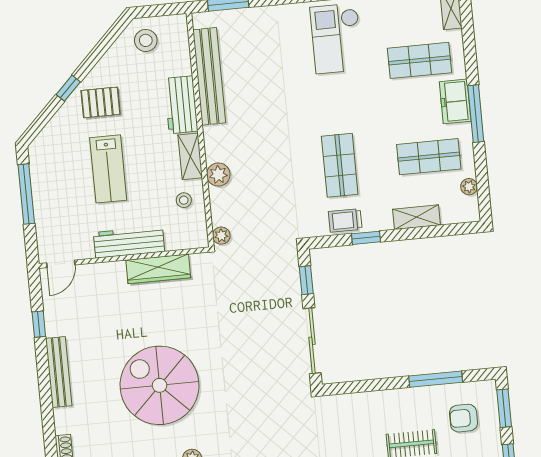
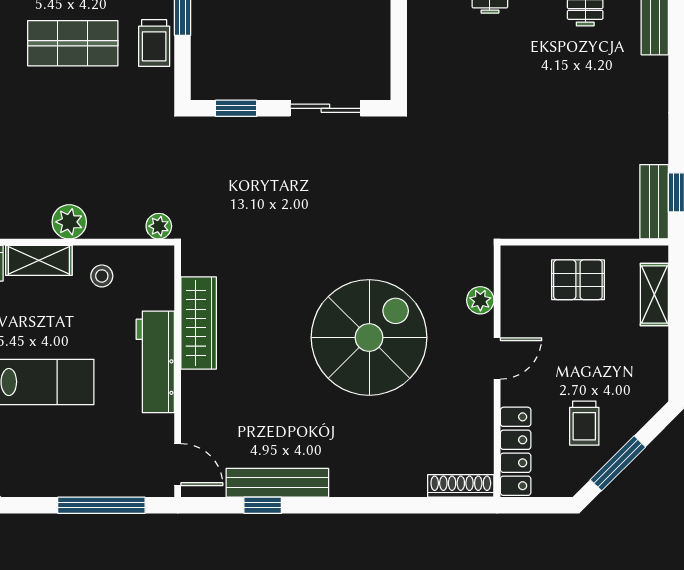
window: (26, 194) -> (101, 505), moved
sliding door: (312, 341) -> (325, 108), width x0.73
bench: (59, 372) -> (277, 483), moved
spiral stairs: (160, 385) -> (369, 337), turned 180

